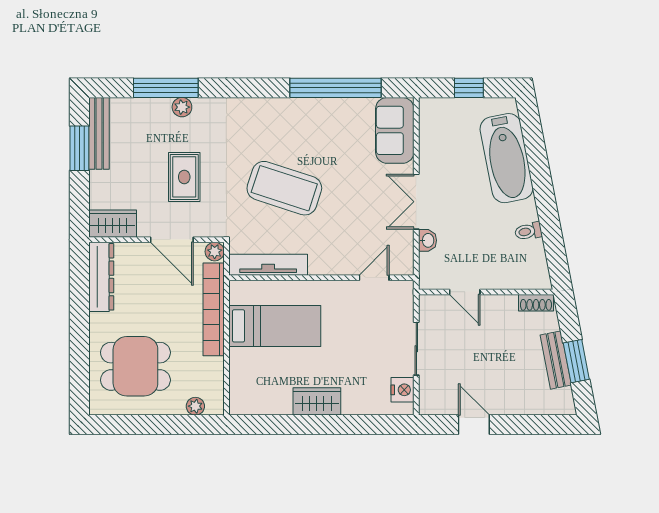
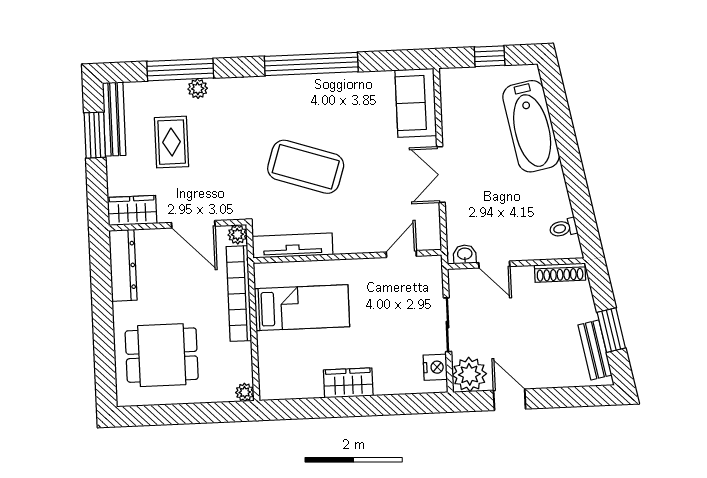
window: (335, 88) -> (311, 64), moved
rug: (184, 177) -> (172, 142), moved
toilet: (528, 231) -> (563, 228), moved
washbasin: (428, 240) -> (465, 254), moved, turned -90
shoe rack: (536, 303) -> (560, 273), width x1.43
bench: (556, 360) -> (595, 350), moved
plant: (436, 398) -> (469, 374), added
plant: (195, 406) -> (245, 392), moved

